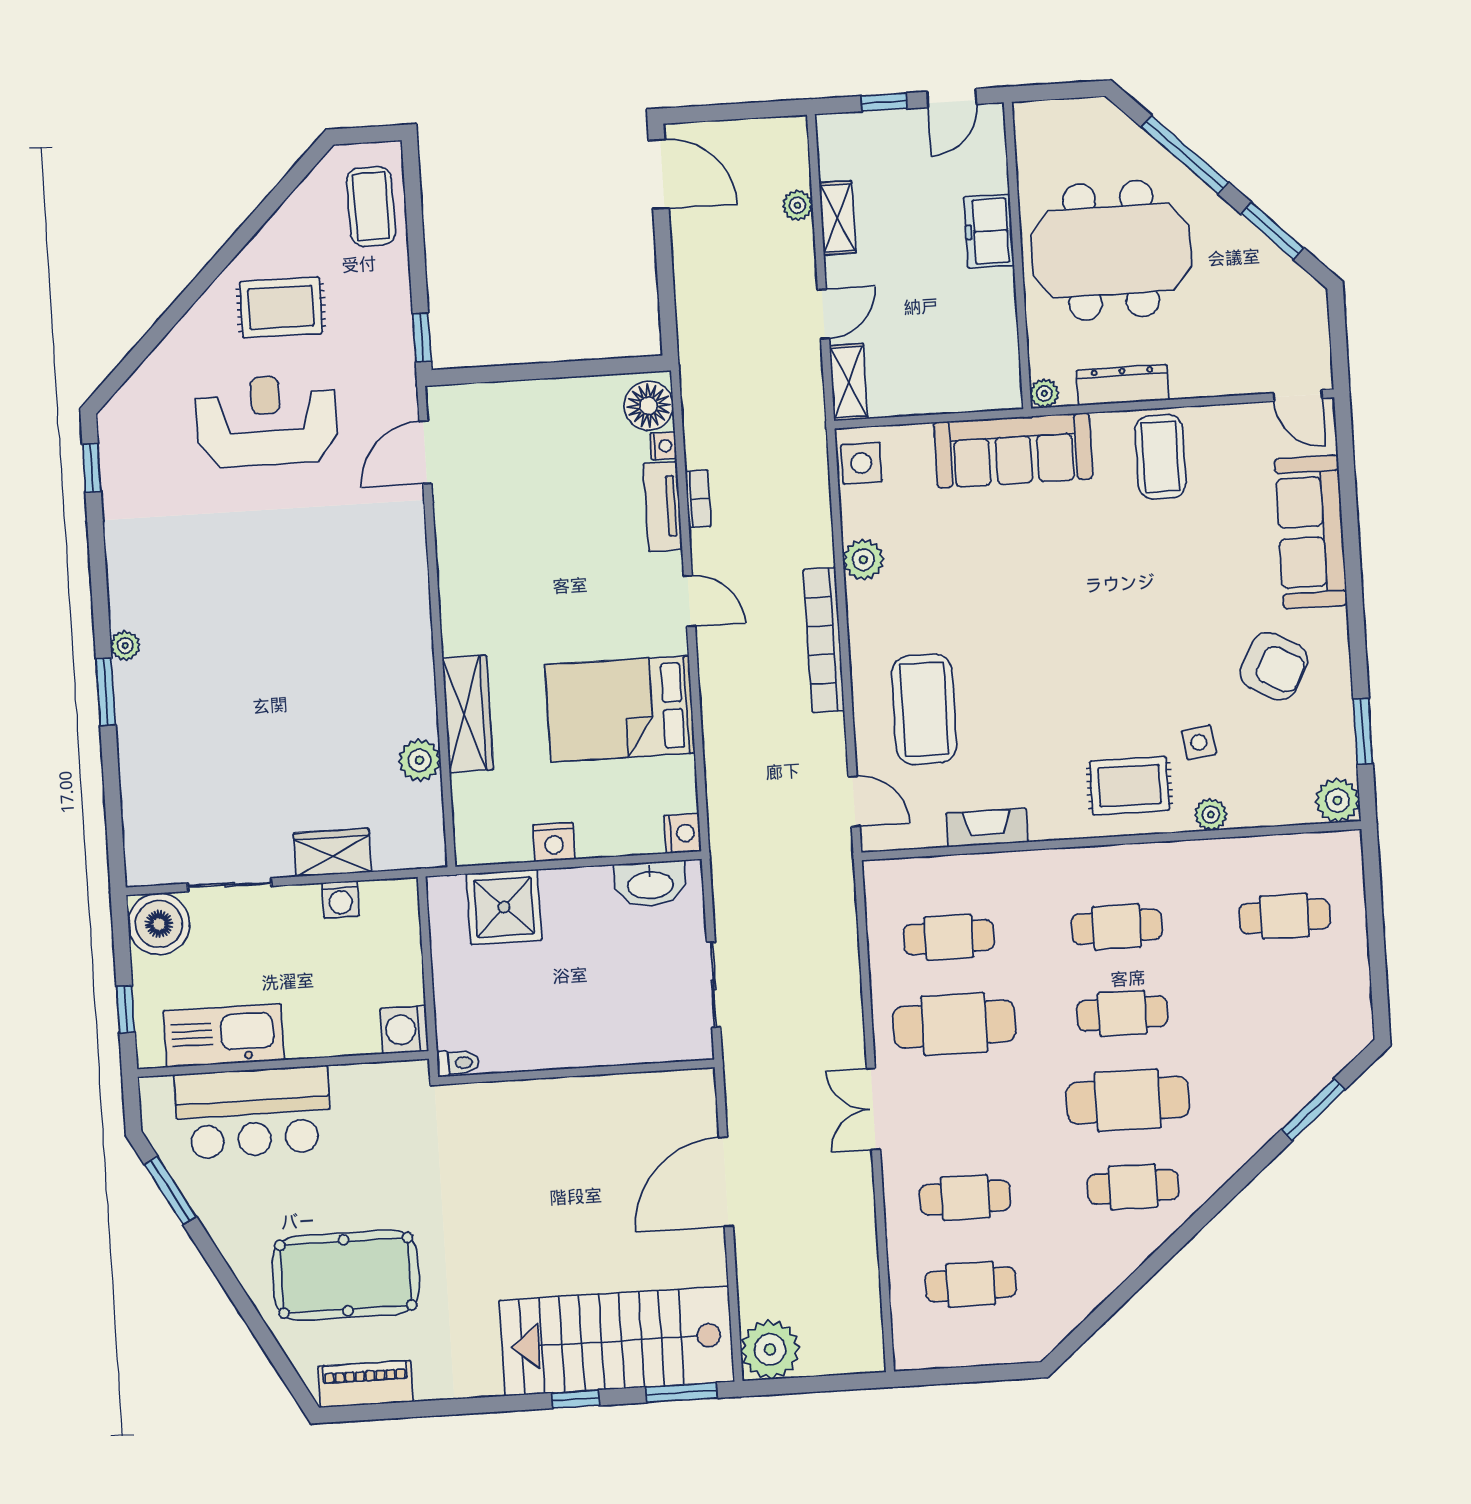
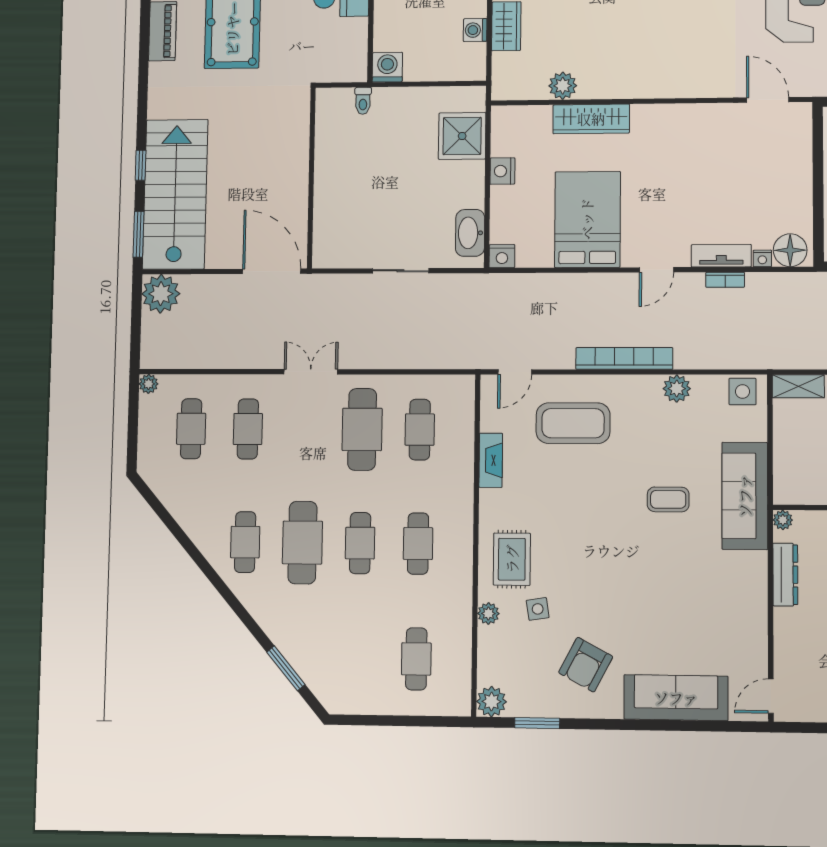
coffee table: (1160, 457) -> (668, 499), moved, width x0.73, depth x0.77
wall: (576, 1072) -> (311, 178), moved
plant: (908, 1356) -> (149, 384), added

